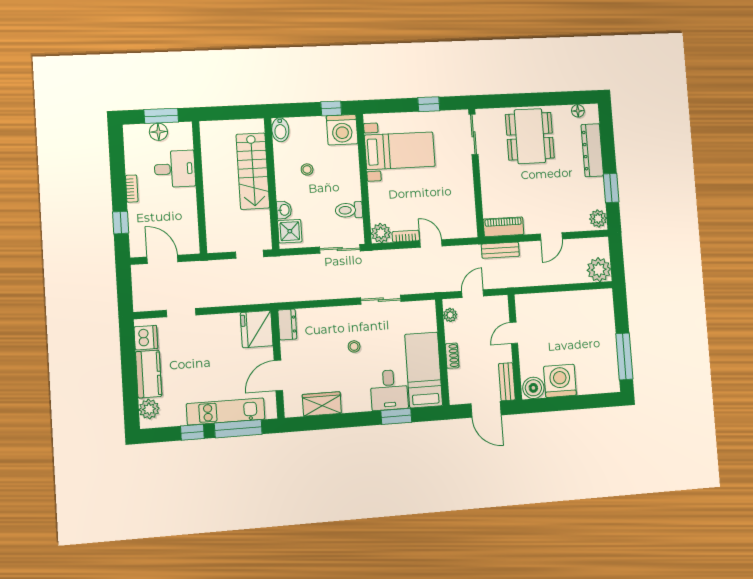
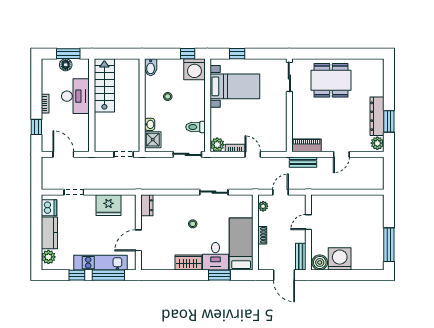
window: (429, 104) -> (237, 54), moved
floor lamp: (578, 111) -> (368, 63), removed
dining table: (530, 136) -> (331, 80), turned 90
dresser: (592, 150) -> (377, 116), moved
desk: (175, 169) -> (75, 96), width x1.37
stairs: (253, 171) -> (104, 85), moved, turned 180
plant: (599, 270) -> (375, 181), removed
fridge: (257, 329) -> (108, 205), moved, turned -90
wardrobe: (322, 404) -> (188, 262), moved

